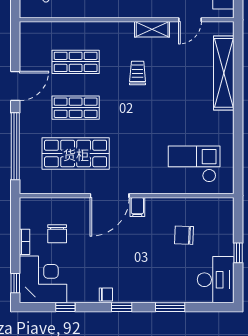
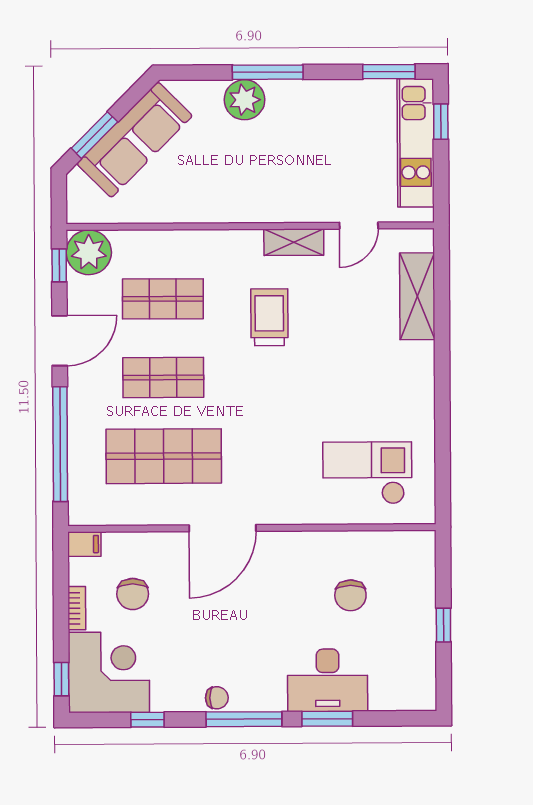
plant: (33, 35) -> (89, 252), added
window: (15, 42) -> (59, 265), added
trolley: (138, 73) -> (269, 317), width x1.36, depth x1.39
shelving: (224, 73) -> (417, 296), width x0.68
filing cabinet: (137, 207) -> (84, 544), moved, turned -90
chair: (184, 235) -> (350, 595), turned -92
desk: (216, 280) -> (328, 680), moved, turned 90
window: (122, 307) -> (244, 719), width x2.17

